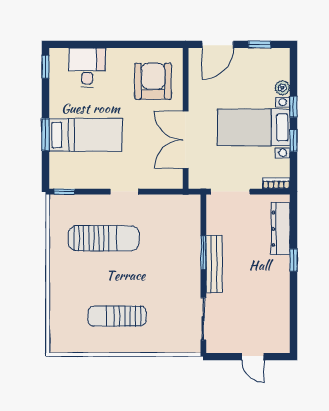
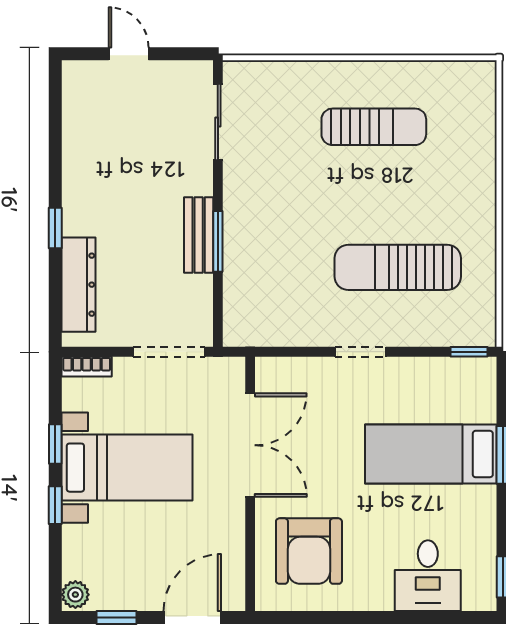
plant: (282, 88) -> (75, 595), moved
bench: (214, 264) -> (199, 235), width x0.73

